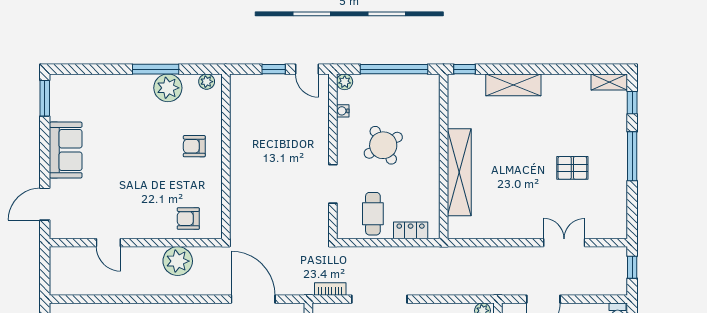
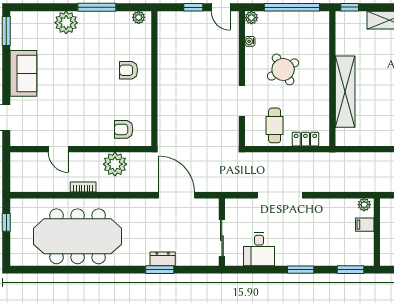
plant: (168, 88) -> (66, 23), moved
bookcase: (330, 289) -> (83, 187), moved

